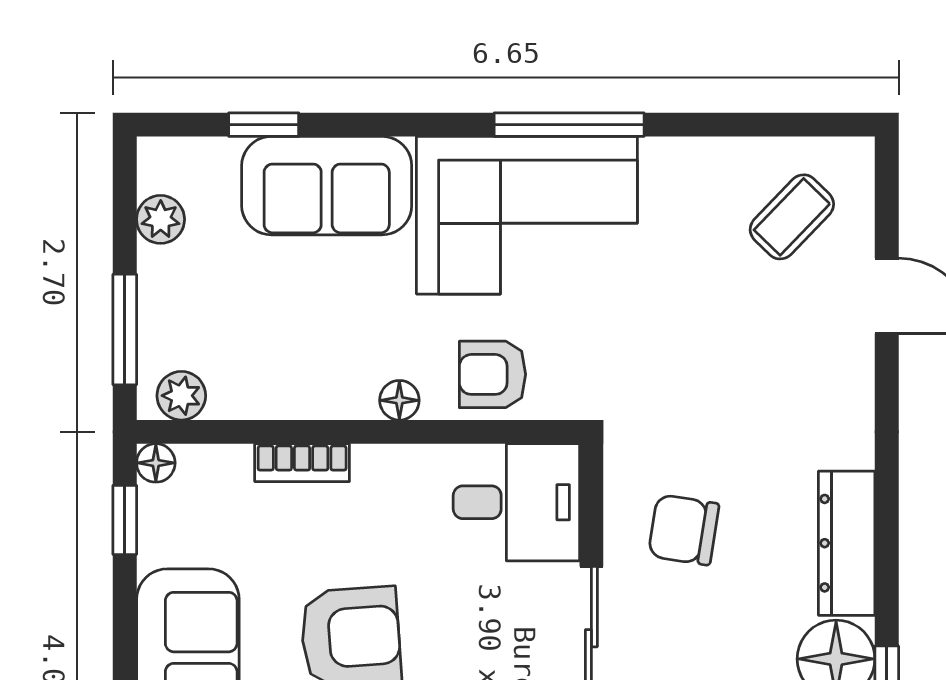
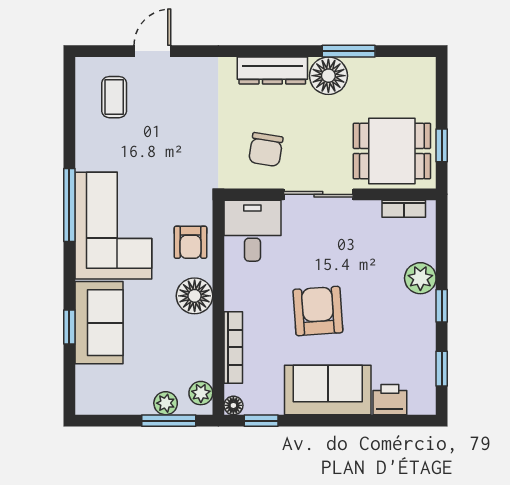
window: (264, 125) -> (69, 327), moved
coffee table: (792, 217) -> (114, 97), turned 46
plant: (161, 219) -> (166, 403), moved
floor lamp: (399, 400) -> (195, 296), width x1.89, depth x1.89
bookcase: (302, 463) -> (233, 347), width x1.56

